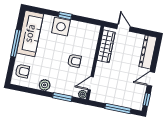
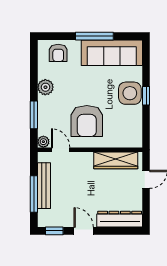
armchair: (74, 61) -> (87, 121), width x1.88, depth x1.88
bench: (113, 100) -> (44, 186), added

